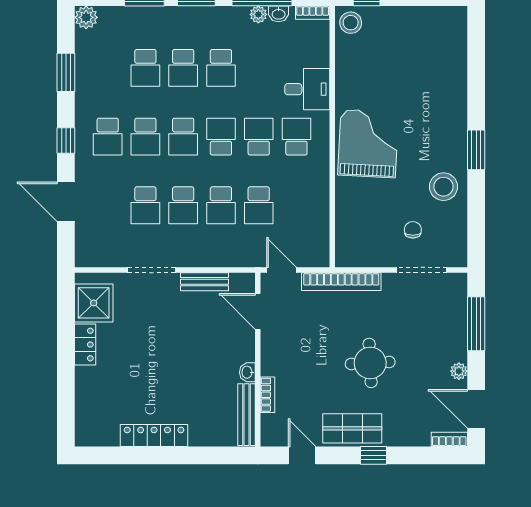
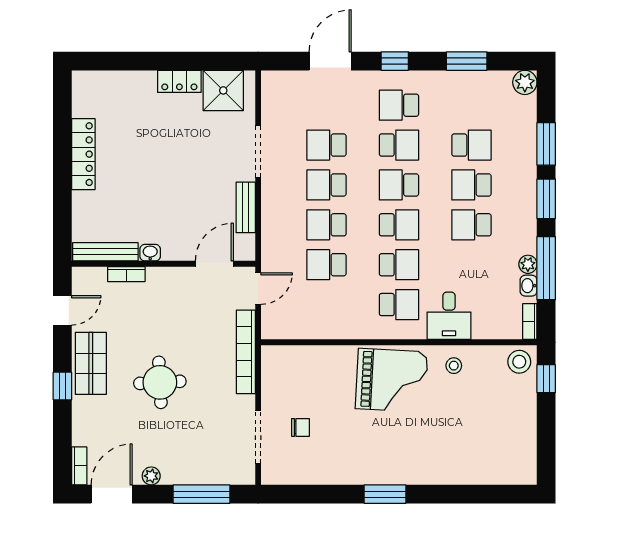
school desk: (145, 68) -> (471, 145), turned 180
school desk: (145, 137) -> (399, 145), turned 180
stool: (443, 187) -> (454, 366), moved, width x0.53, depth x0.53

